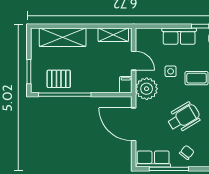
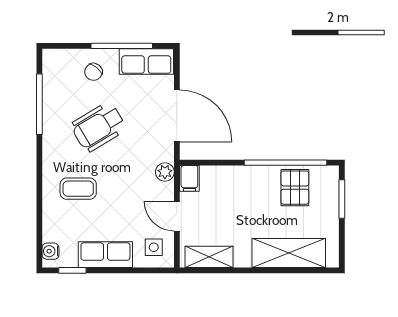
side table: (171, 71) -> (154, 247), moved
pallet: (59, 79) -> (295, 188), turned 90
plant: (147, 89) -> (165, 172), width x0.53, depth x0.53

